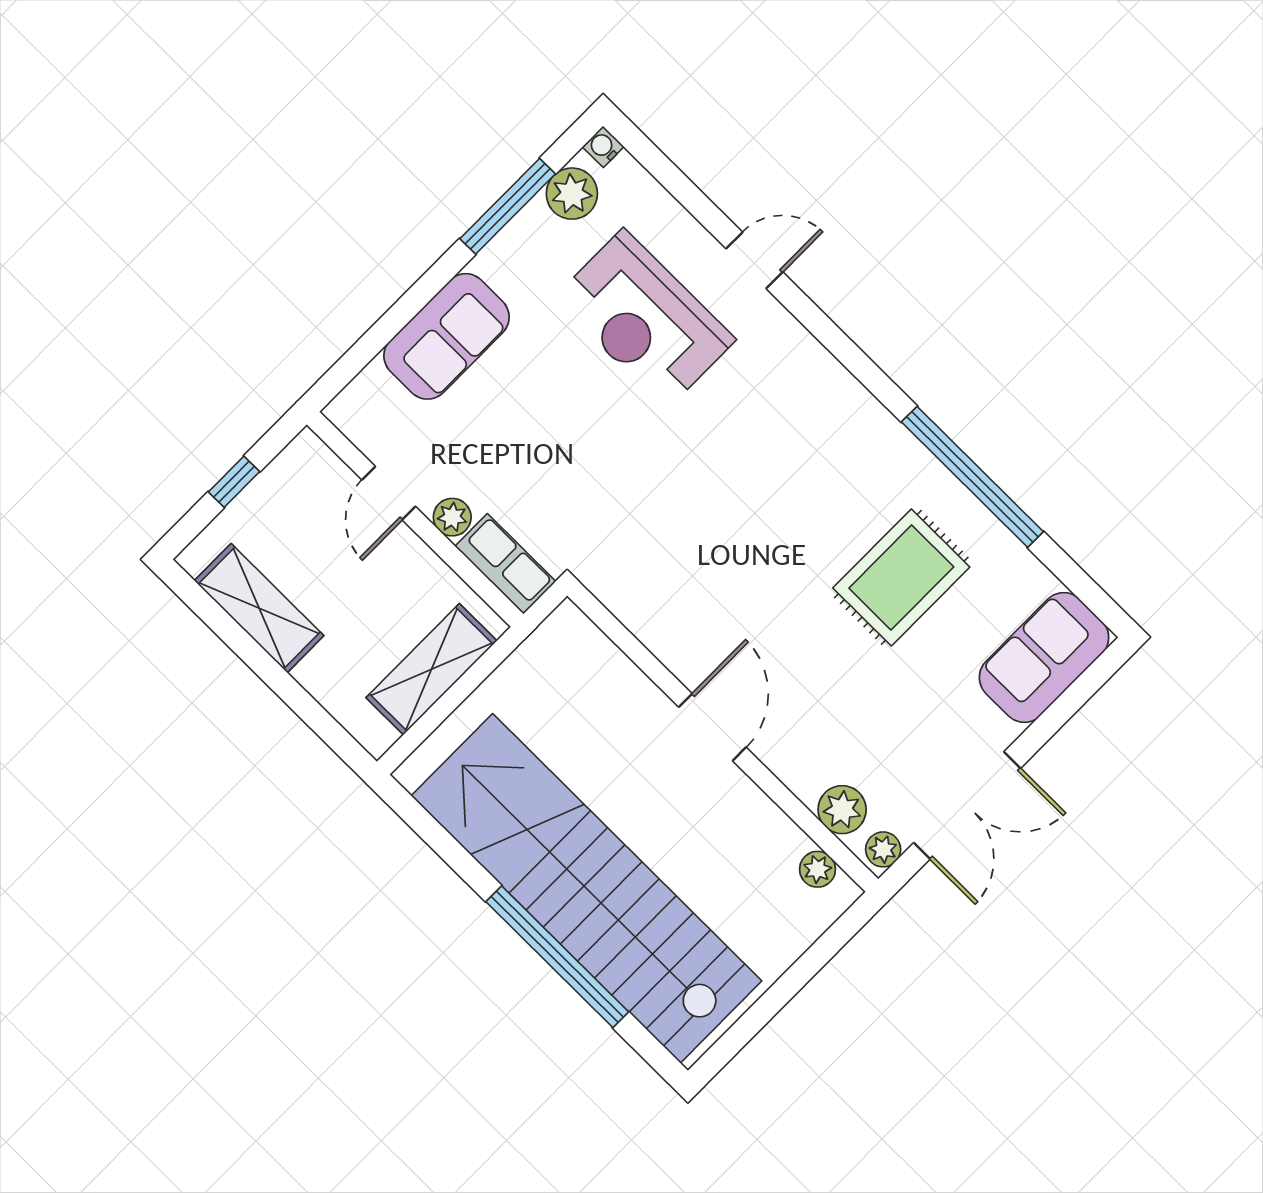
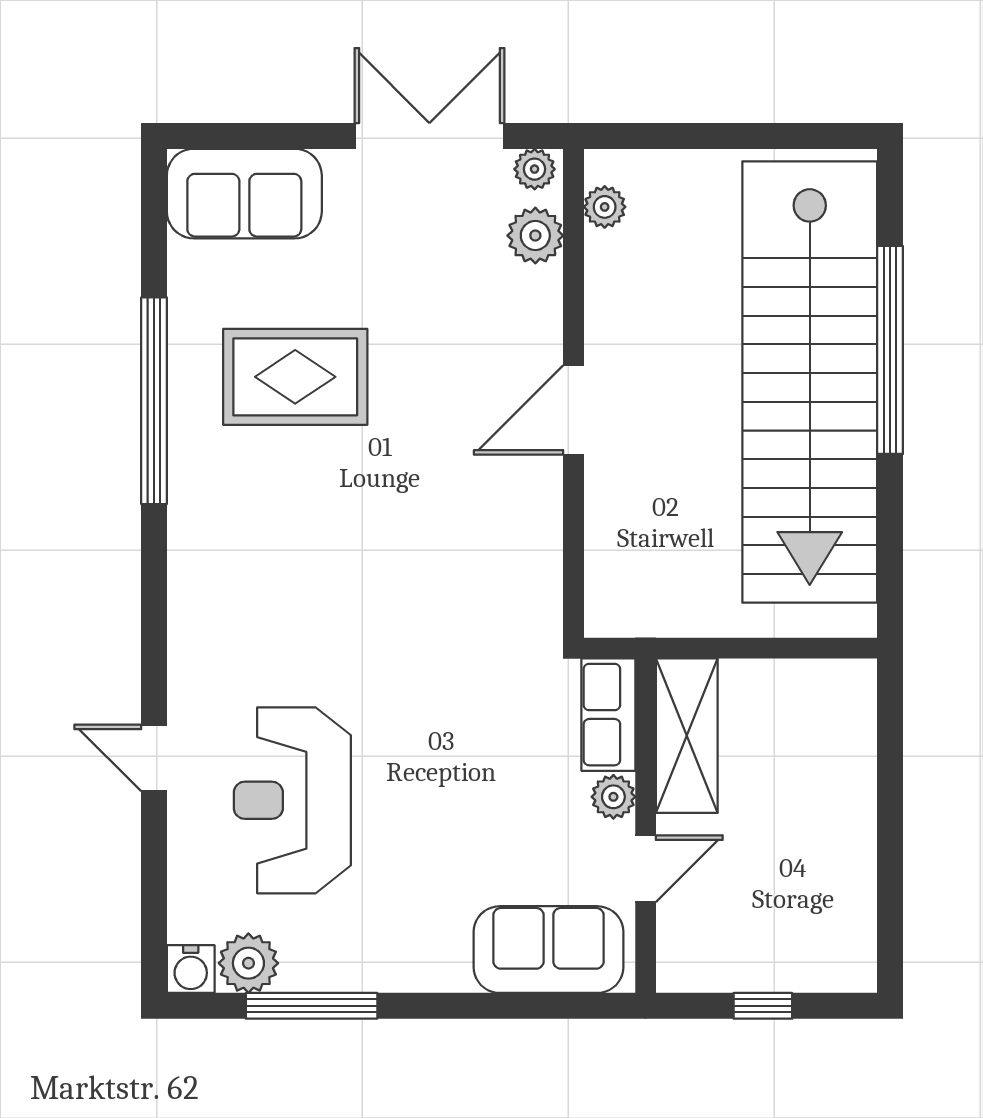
water cooler: (603, 147) -> (191, 969), width x1.38, depth x1.38
reception desk: (645, 319) -> (292, 800), turned 180
sofa: (446, 336) -> (548, 950), moved
shelving: (259, 608) -> (847, 882), removed
shelving: (431, 669) -> (687, 736), moved, turned 90

